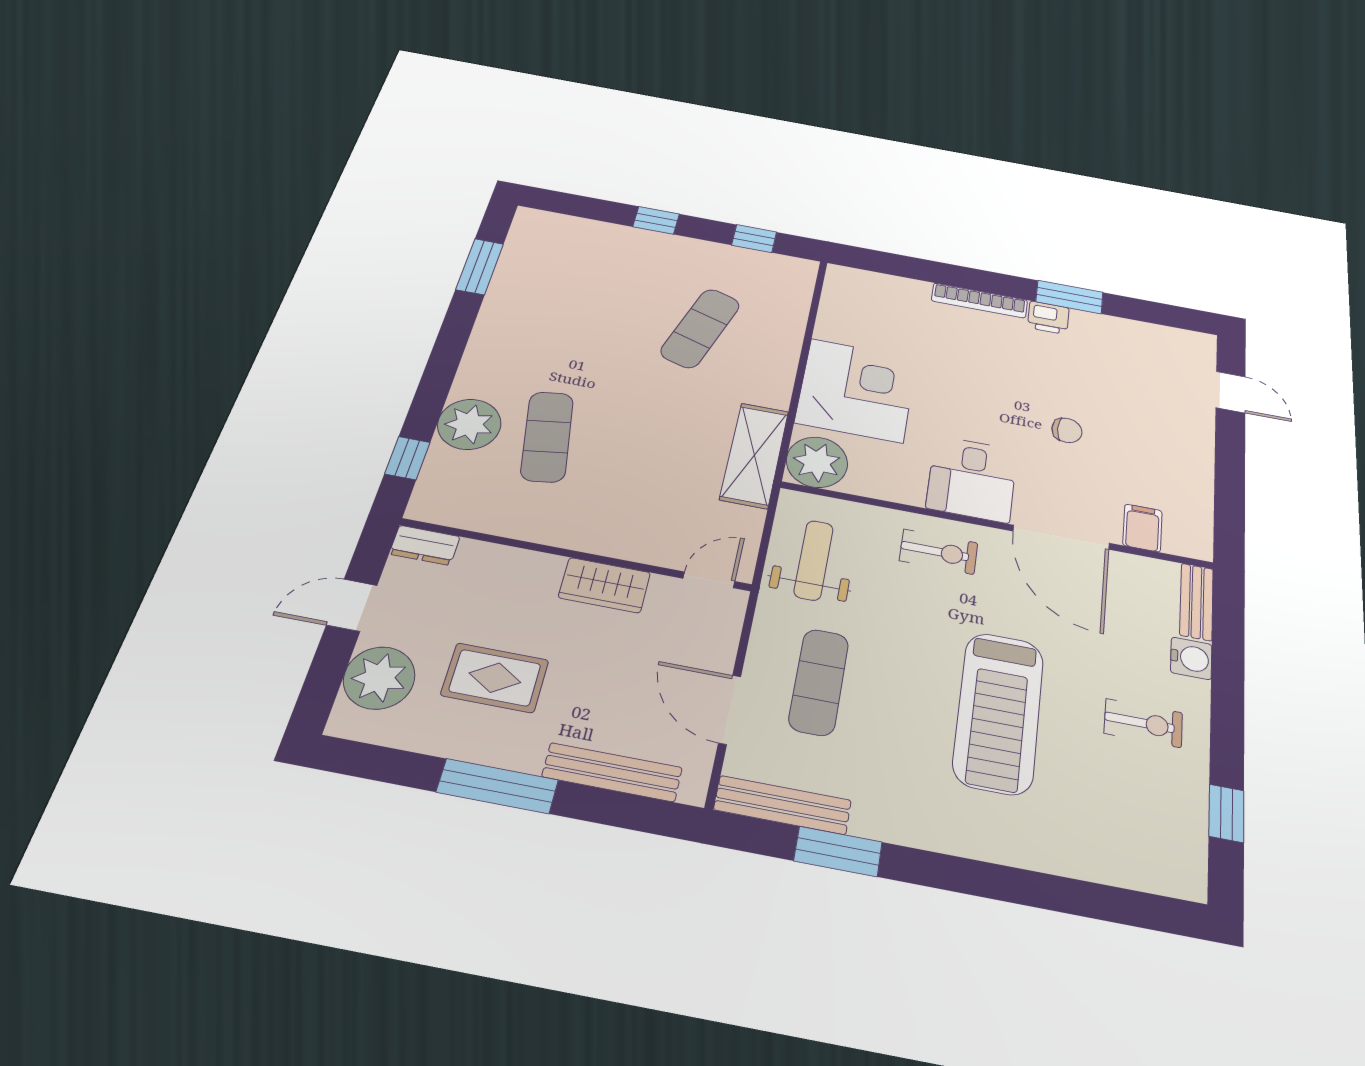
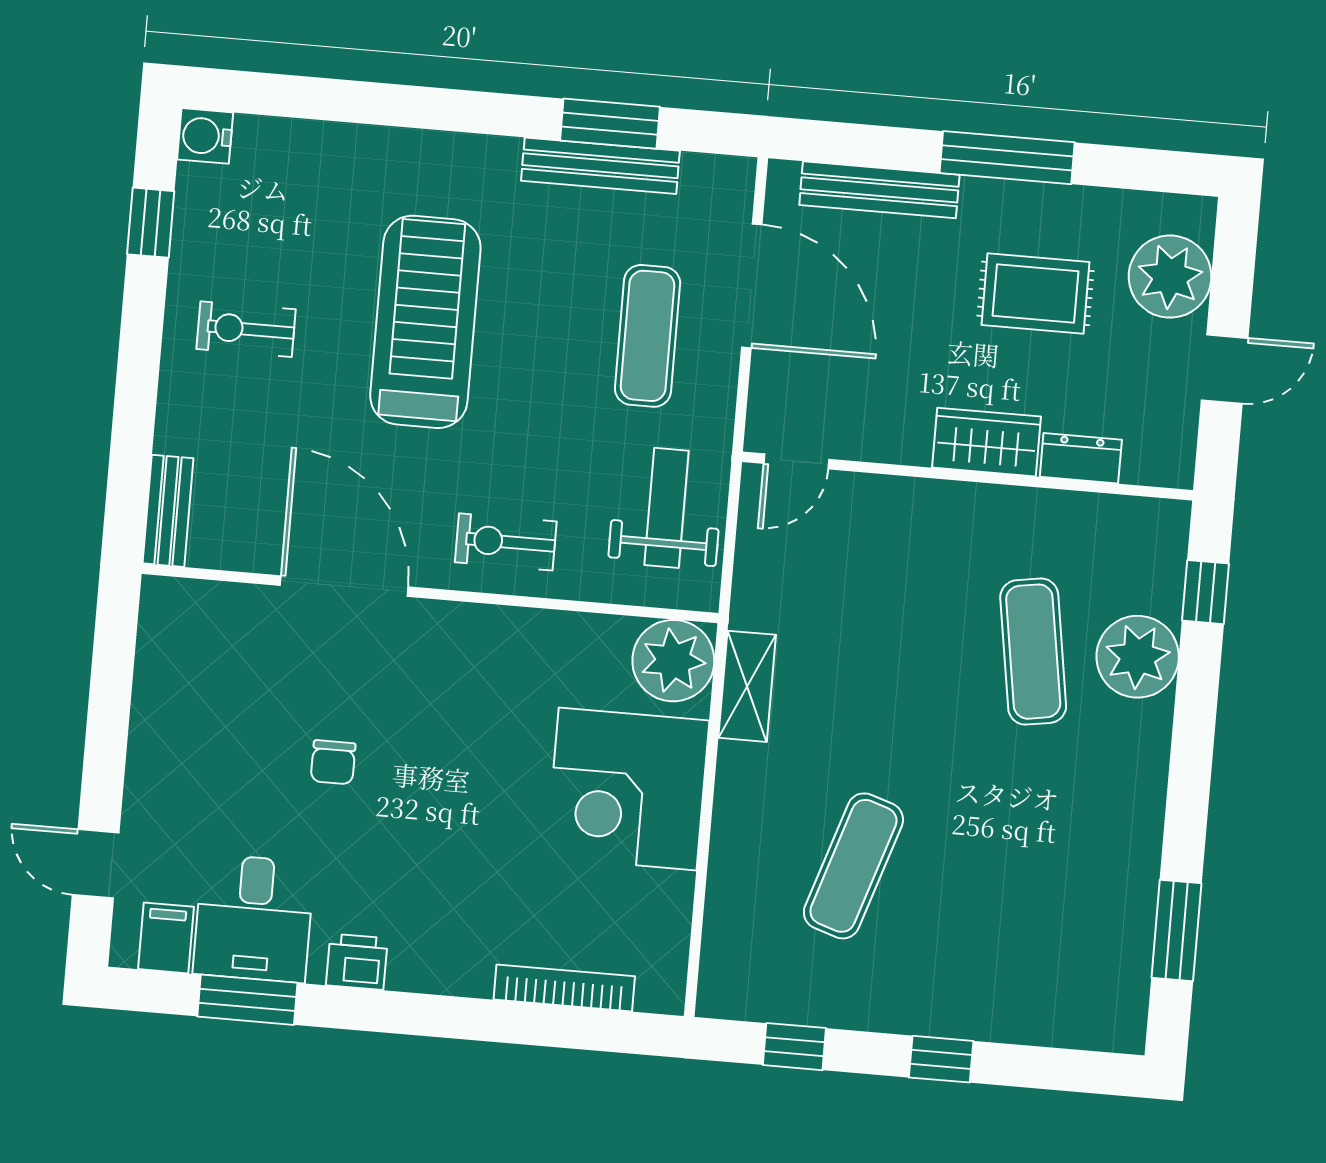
window: (1069, 297) -> (247, 1000), moved
bookcase: (979, 300) -> (564, 988), moved
chair: (1067, 430) -> (333, 762), turned -90
shelving: (754, 455) -> (747, 686), width x0.67, depth x0.75
desk: (972, 479) -> (254, 918), moved, turned 180
filing cabinet: (1142, 528) -> (166, 938), moved, turned 180
dresser: (425, 545) -> (1081, 458), moved
weight bench: (814, 560) -> (666, 508), turned 180
wardrobe: (604, 585) -> (986, 442), moved
water cooler: (1191, 658) -> (205, 136), moved
door: (730, 710) -> (752, 286), width x1.36
bench: (783, 805) -> (600, 166), moved

